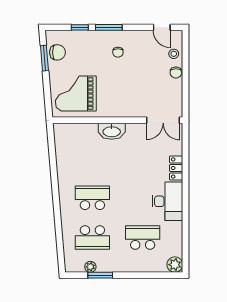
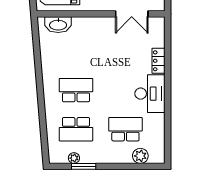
double door: (163, 120) -> (132, 14), moved
washbasin: (112, 131) -> (58, 25), moved
plant: (175, 265) -> (140, 156), moved

